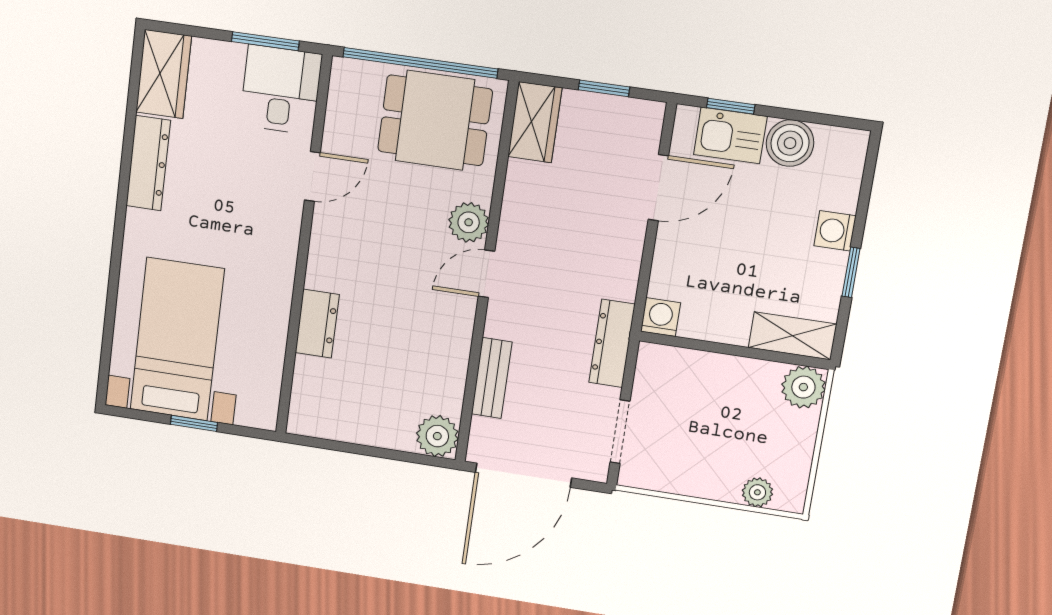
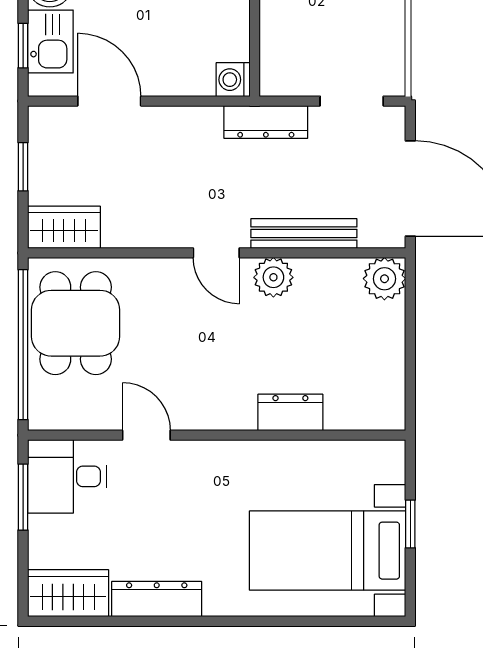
plant: (469, 222) -> (273, 277), moved
bench: (492, 378) -> (304, 234), width x1.36

